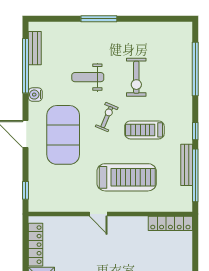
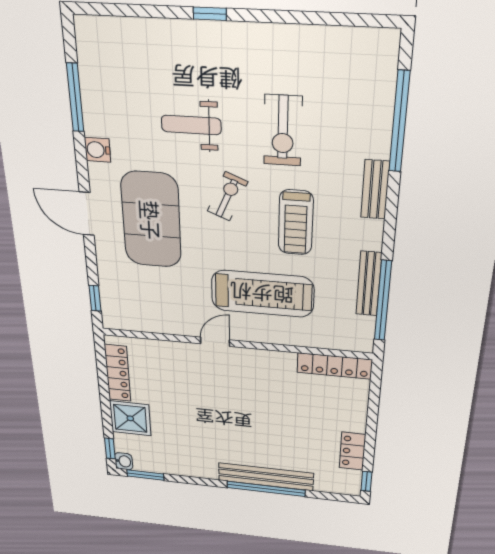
window: (99, 19) -> (210, 14), width x0.46
bench: (35, 48) -> (375, 190), moved
window: (26, 66) -> (75, 98), width x0.68
treadmill: (144, 130) -> (296, 223), turned -90
window: (195, 131) -> (389, 231), removed
door: (98, 214) -> (215, 342), swing flipped

